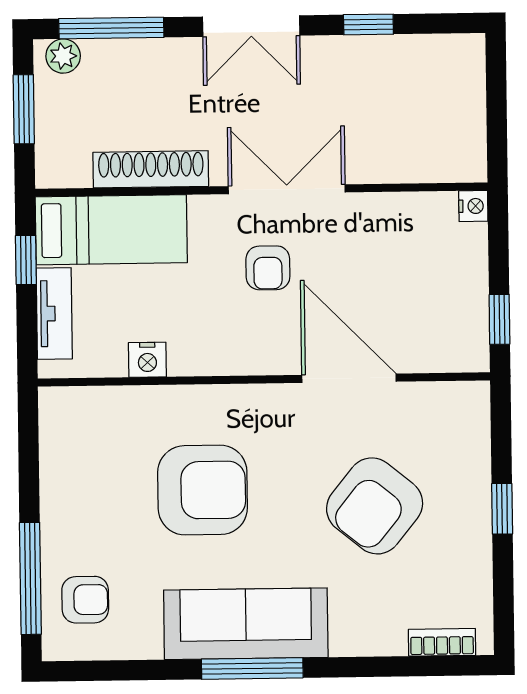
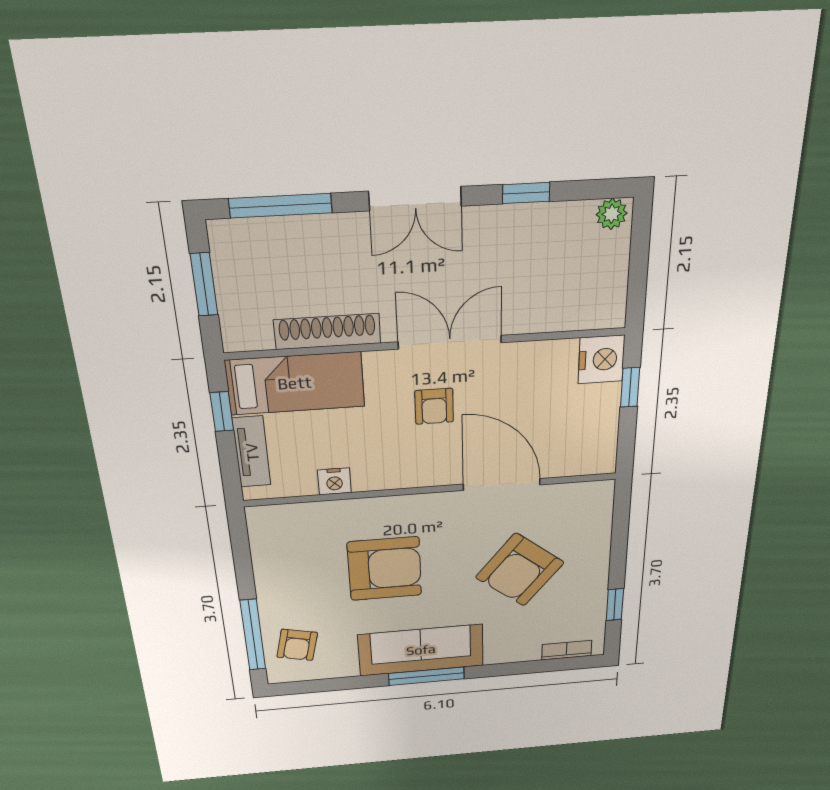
plant: (63, 56) -> (612, 214), moved
nightstand: (473, 206) -> (601, 359), width x1.89, depth x1.79
window: (499, 319) -> (630, 387), moved
window: (502, 509) -> (615, 605), moved
armchair: (85, 600) -> (297, 645), turned 103

